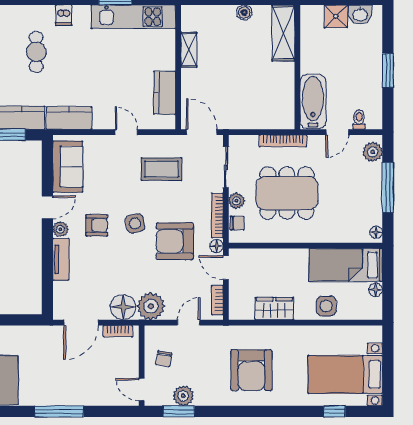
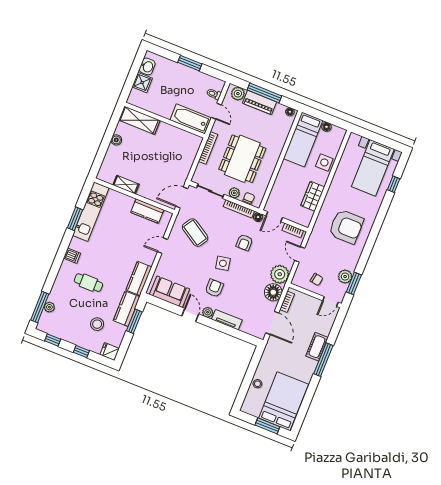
coffee table: (161, 169) -> (195, 233), turned -58
piano: (372, 186) -> (259, 102), added
armchair: (175, 241) -> (244, 242), width x0.53, depth x0.53
cot: (73, 396) -> (317, 347), added

